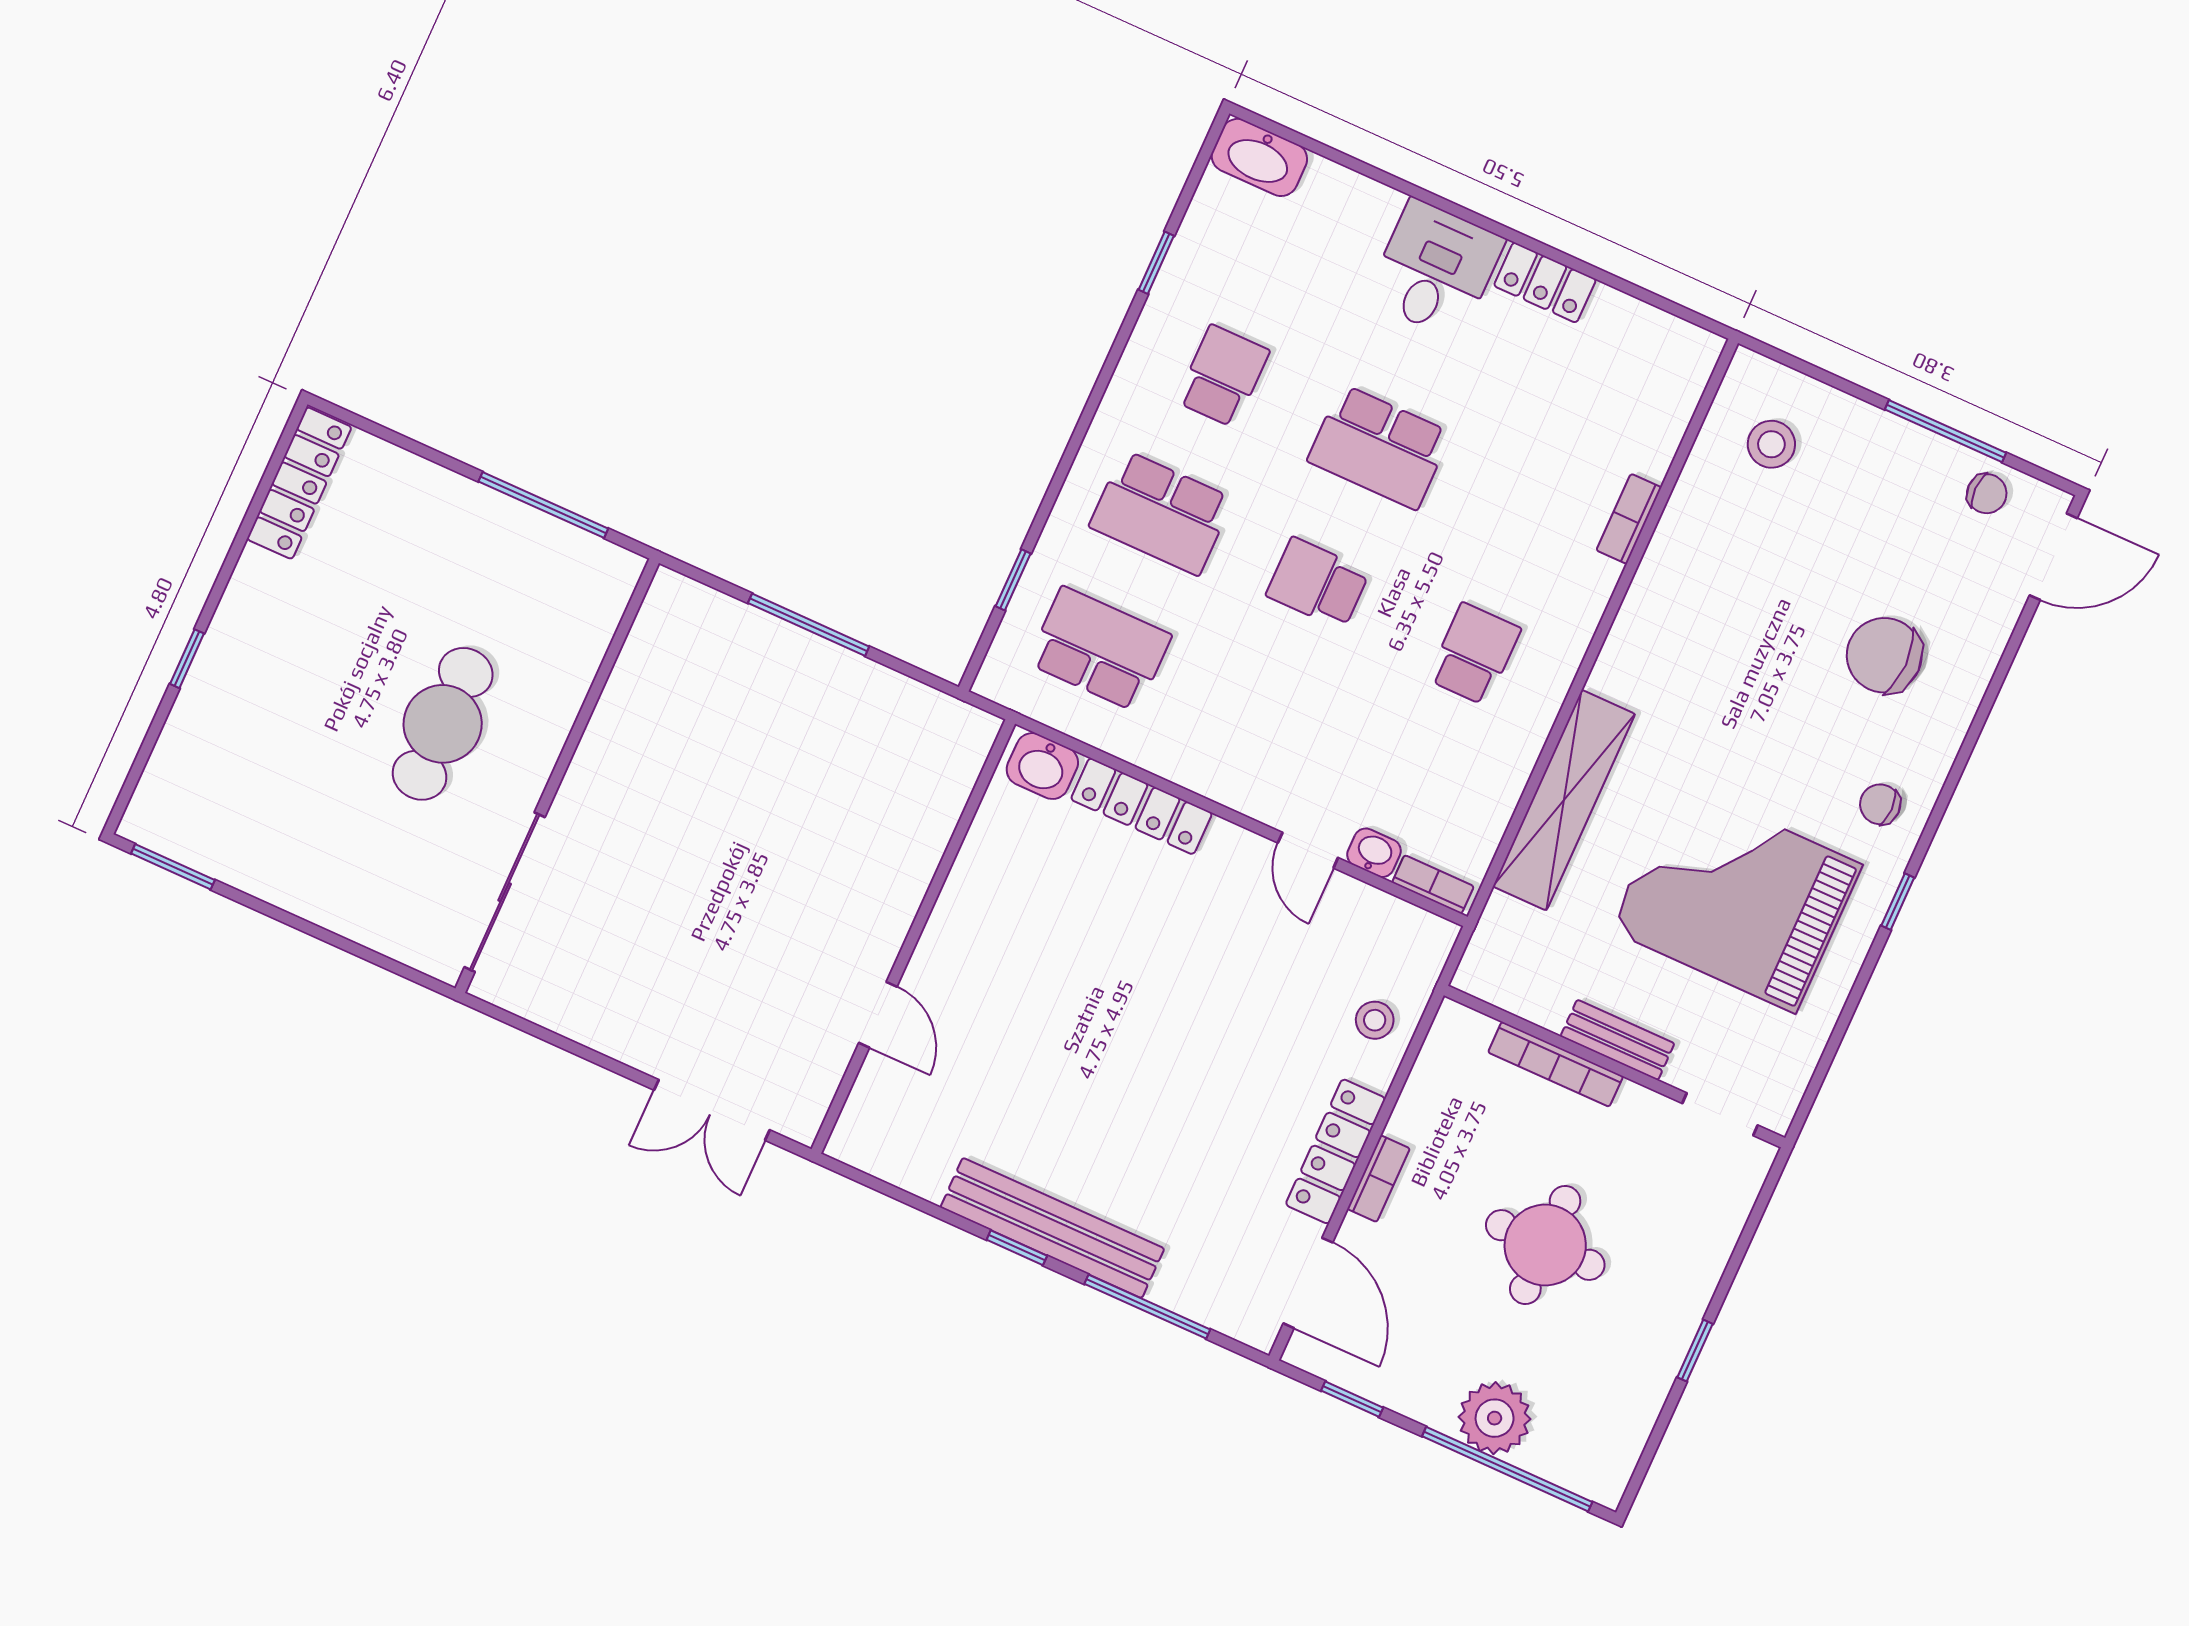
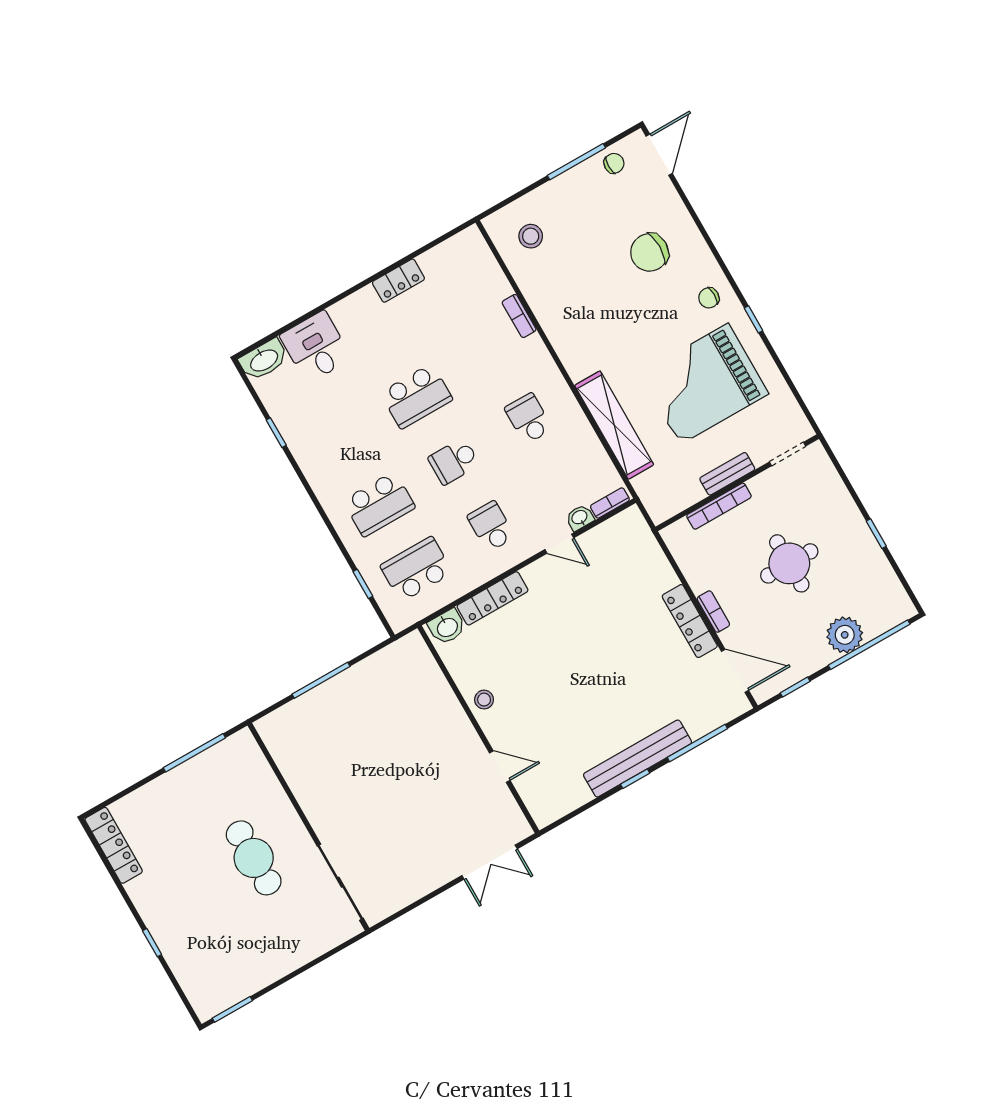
desk: (1435, 269) -> (316, 347), moved
school desk: (1223, 376) -> (491, 526), moved
stool: (1375, 1020) -> (484, 700), moved

